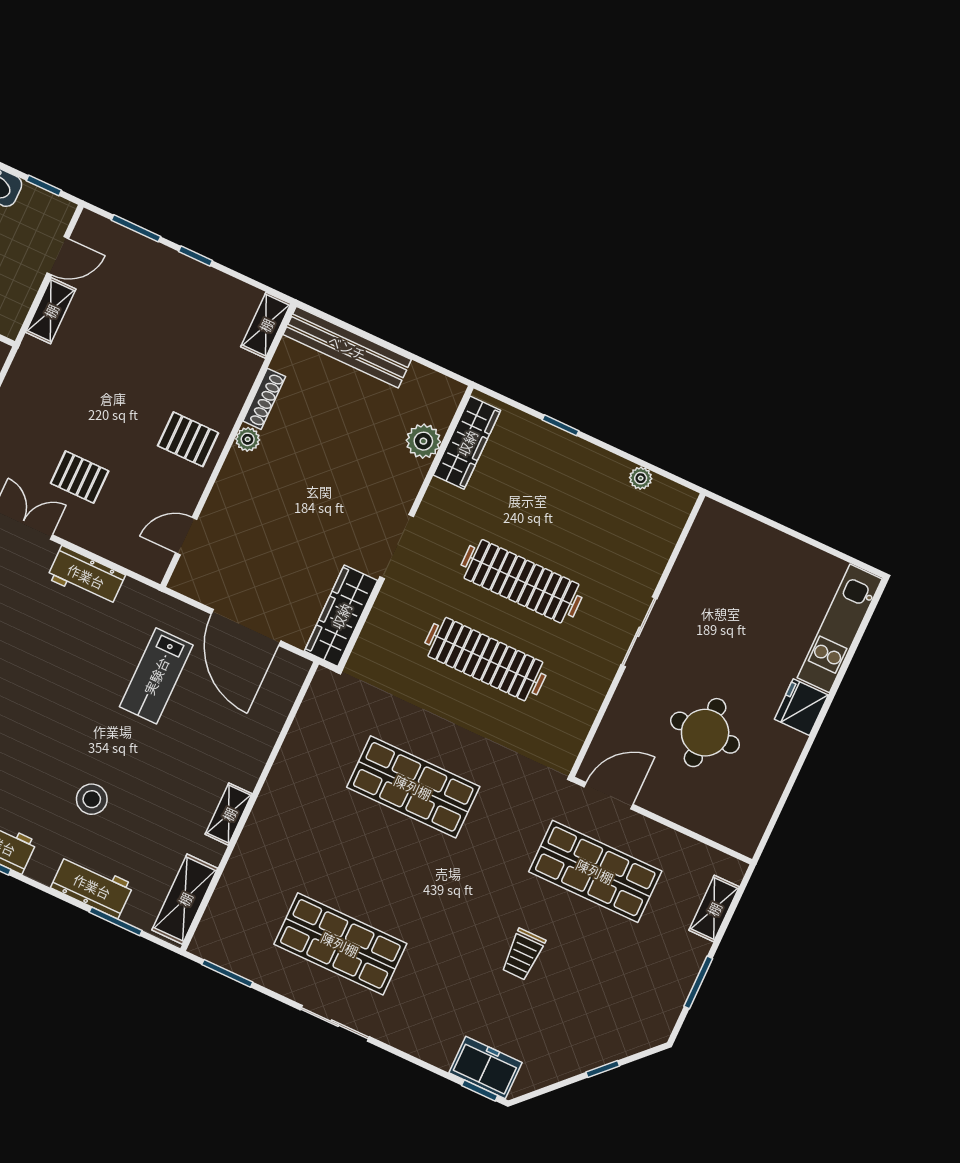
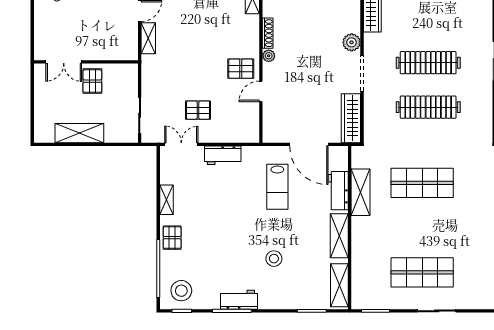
plant: (423, 441) -> (352, 42), moved
door: (186, 536) -> (261, 91), moved
shelving: (297, 753) -> (361, 192), added
shelving: (229, 814) -> (339, 236), width x1.50, depth x1.33
workbench: (92, 886) -> (338, 191), moved, turned -90

